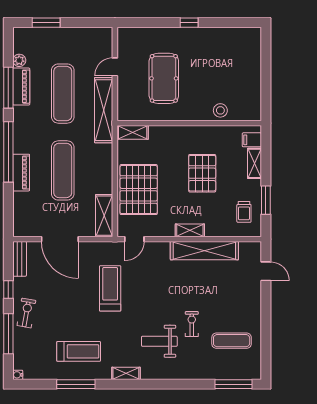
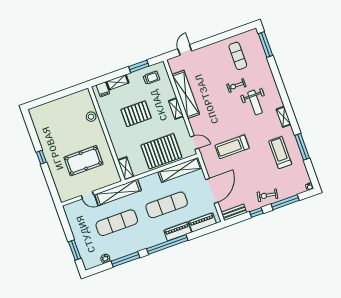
piano: (21, 87) -> (202, 222), moved
shelving: (104, 216) -> (180, 170), width x1.47

